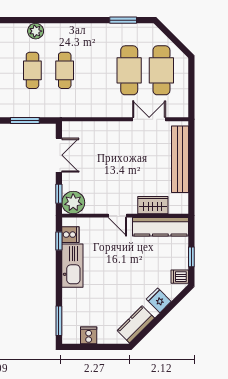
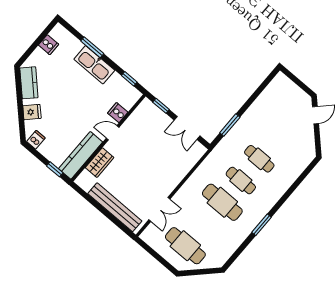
window: (123, 20) -> (262, 225), moved
plant: (36, 31) -> (284, 183), removed
cafe table: (129, 70) -> (222, 202), moved
plant: (73, 203) -> (147, 111), removed
cooker: (70, 235) -> (118, 113), moved, turned 90
window: (191, 257) -> (55, 169), moved
kitchen sink: (72, 266) -> (94, 65), moved
window: (59, 321) -> (92, 47), moved

